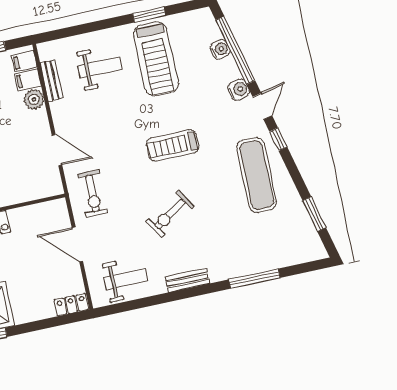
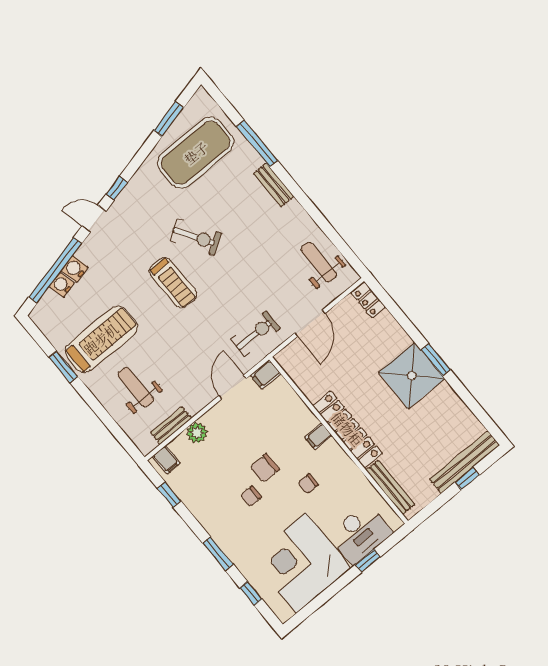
filing cabinet: (28, 80) -> (266, 374), moved, turned 90
water cooler: (239, 90) -> (75, 269), moved
exercise mat: (257, 175) -> (196, 153), moved, width x1.47
exercise bike: (170, 214) -> (196, 237), moved
bench: (187, 280) -> (274, 185), moved

